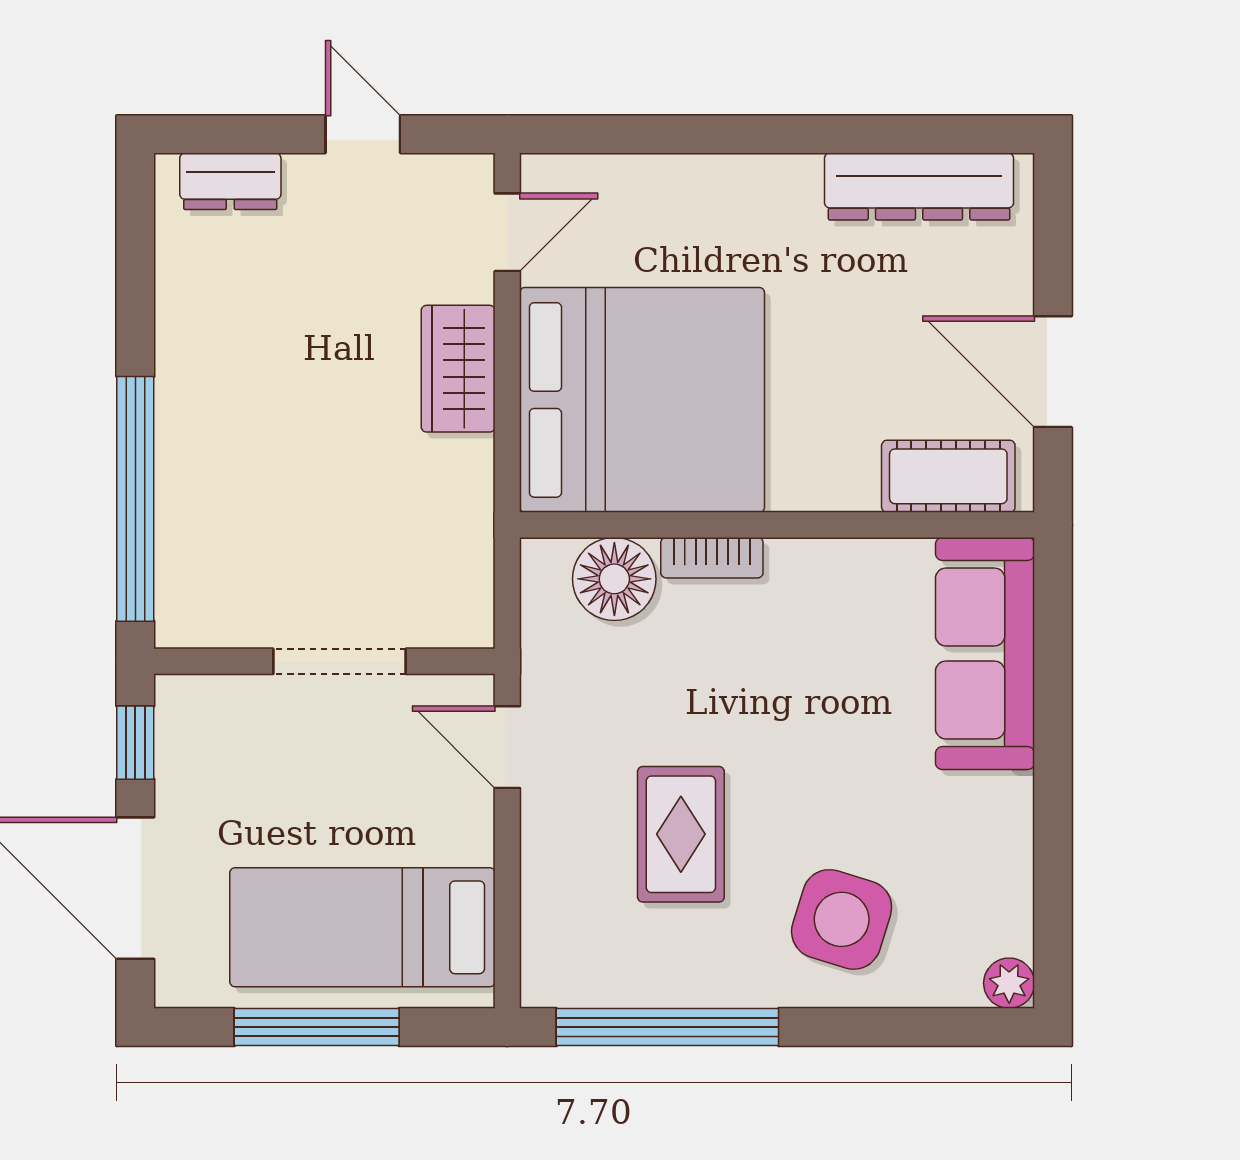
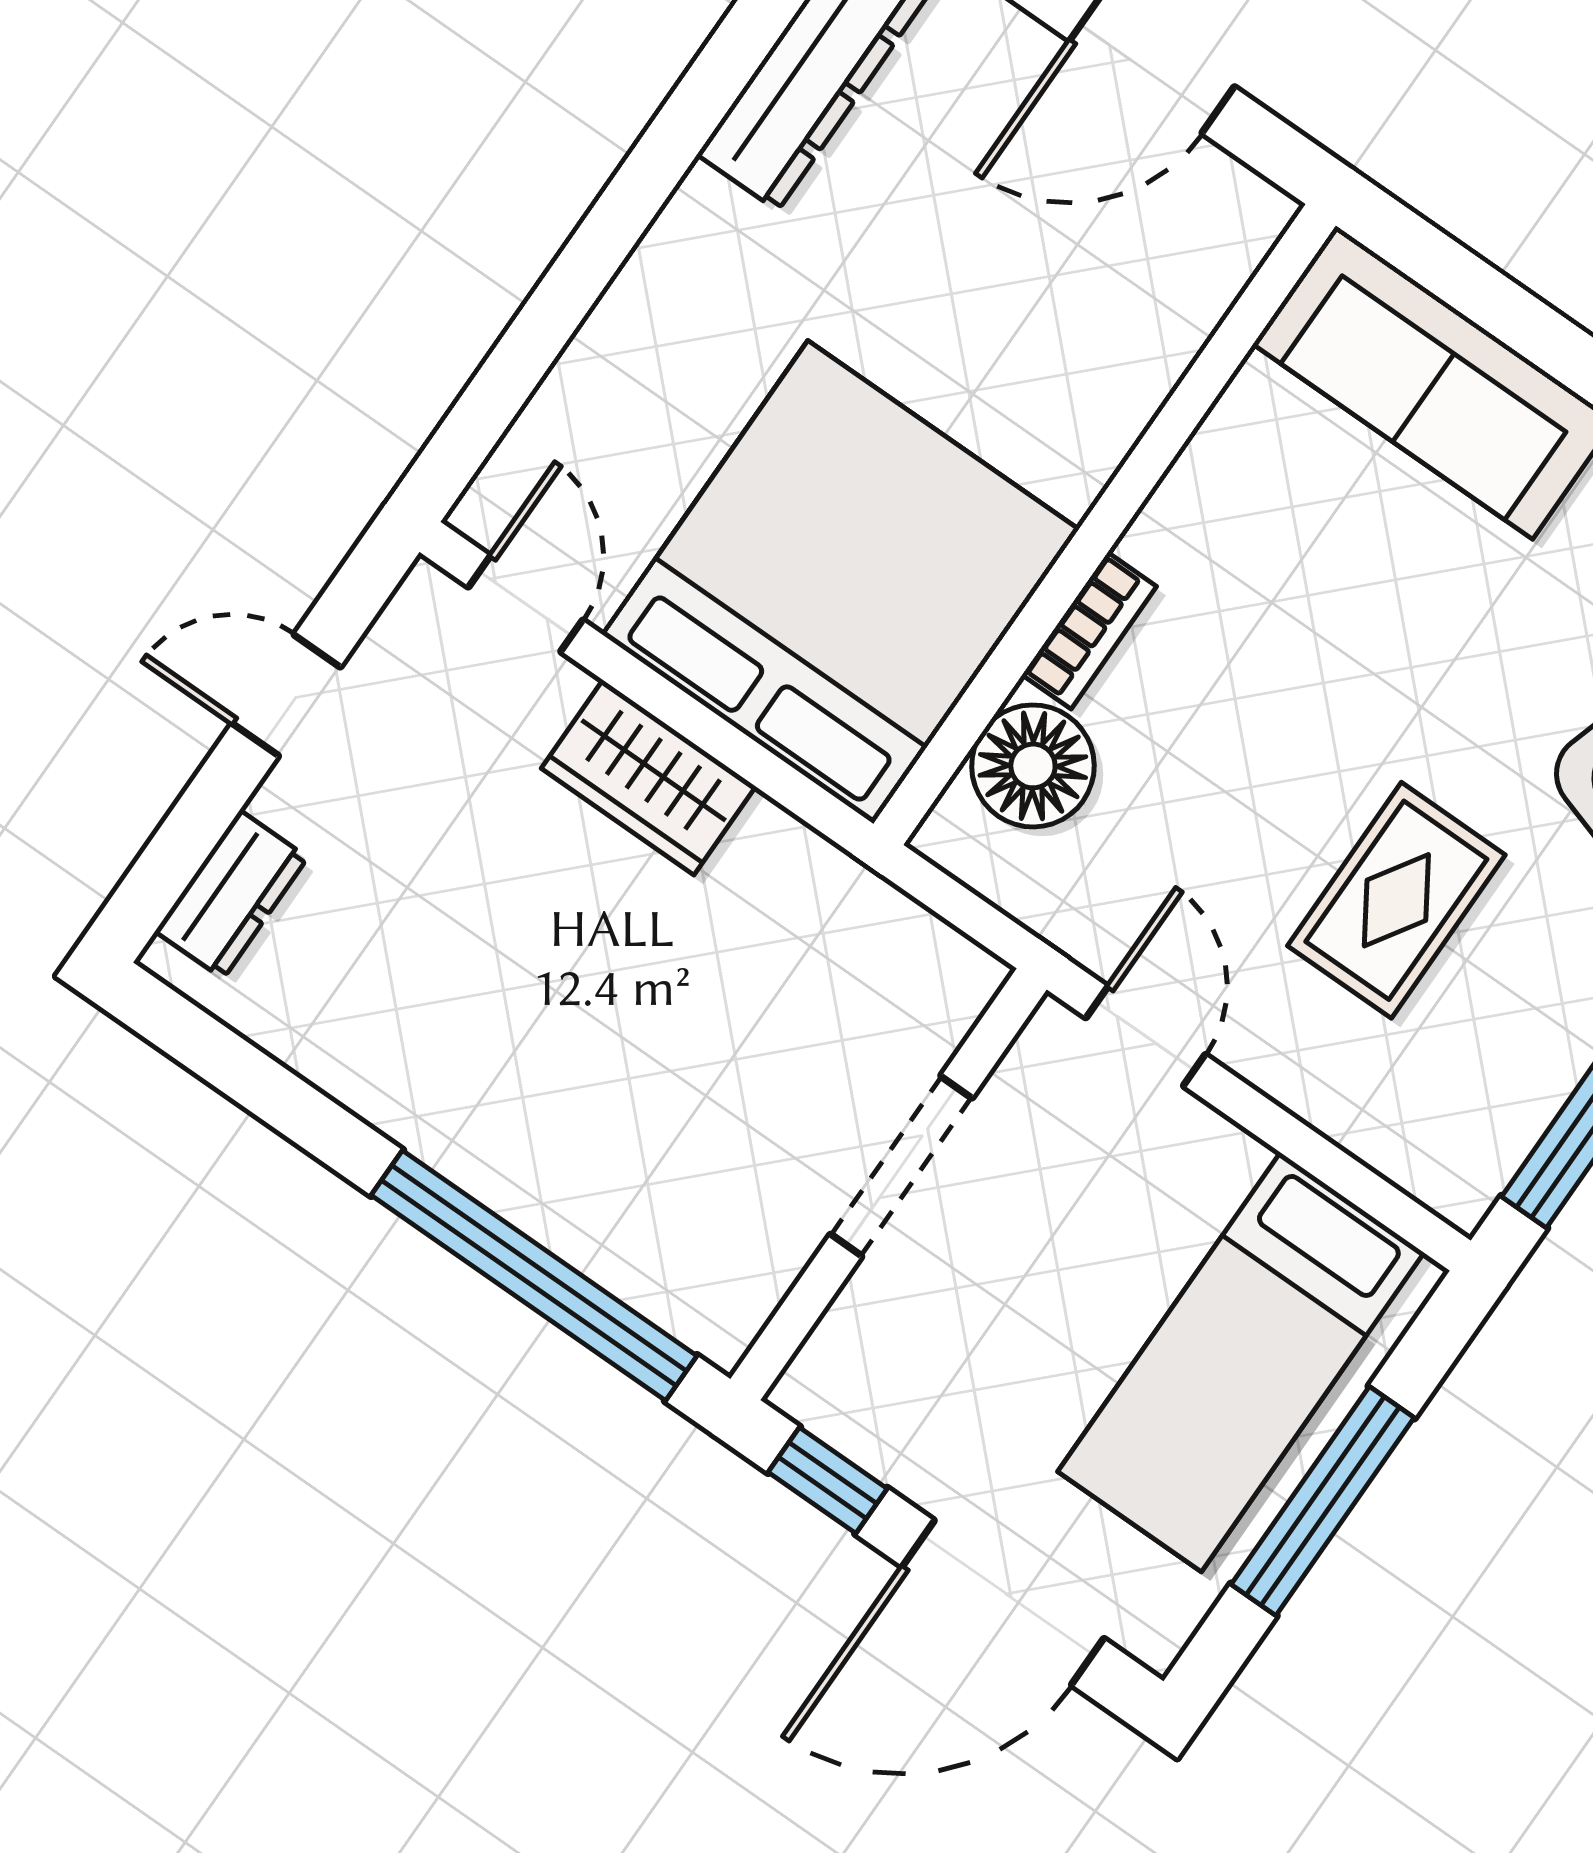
cot: (948, 476) -> (1190, 277), removed
door: (507, 747) -> (1146, 1036), swing flipped
rug: (681, 834) -> (1396, 900), turned 90

